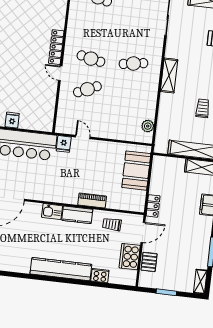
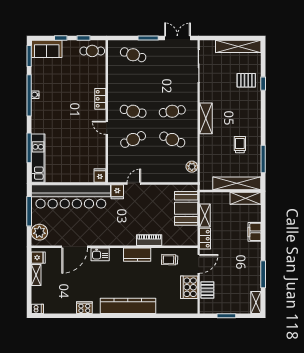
locker: (56, 47) -> (100, 99), width x0.66
cafe table: (130, 94) -> (172, 139), added
fridge: (12, 120) -> (100, 175), moved
door: (83, 137) -> (134, 183), hinge flipped
shelving: (156, 181) -> (205, 216), added
kitchen sink: (52, 212) -> (100, 254), moved
cooker: (100, 276) -> (84, 308), moved

